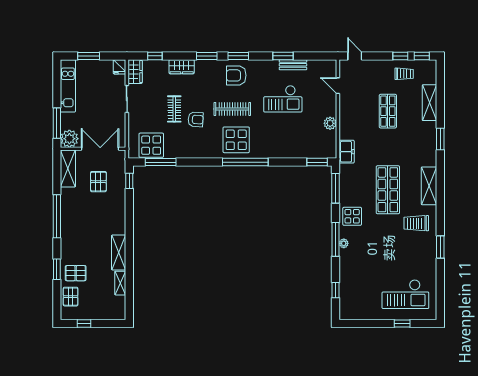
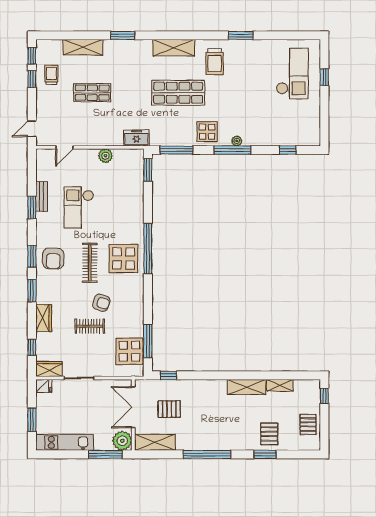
checkout: (283, 99) -> (79, 208), turned 180
armchair: (196, 119) -> (101, 303), turned 104
pallet: (71, 297) -> (308, 424), moved, turned 90
window: (84, 324) -> (324, 396), moved

